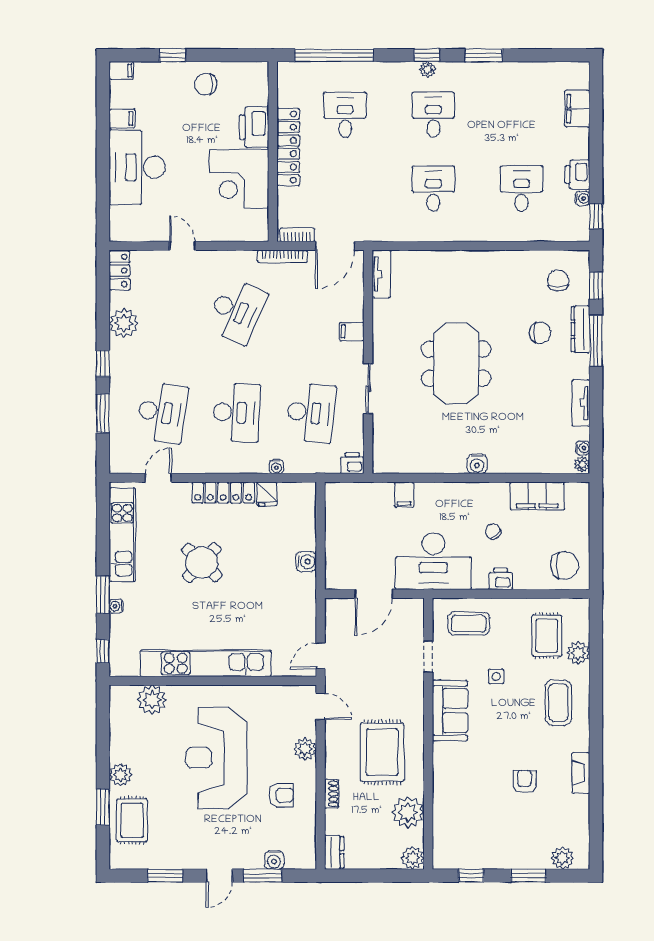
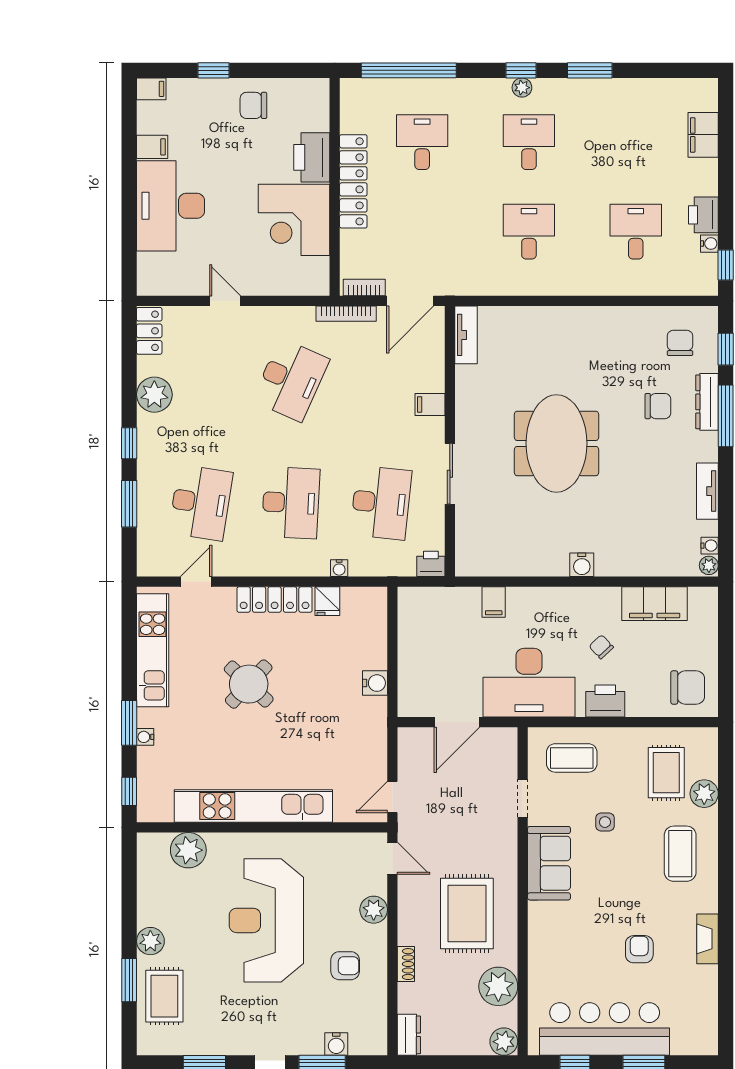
printer: (501, 579) -> (605, 701), width x1.36, depth x1.24
bar counter: (496, 848) -> (605, 1029), added
plant: (562, 858) -> (685, 1042), removed

